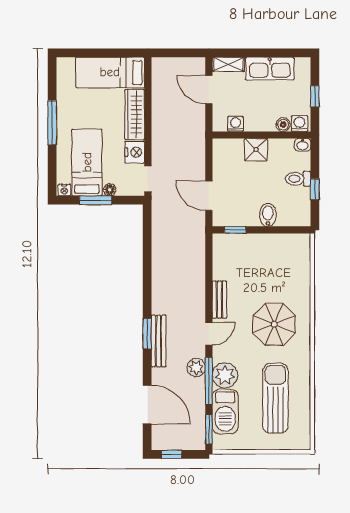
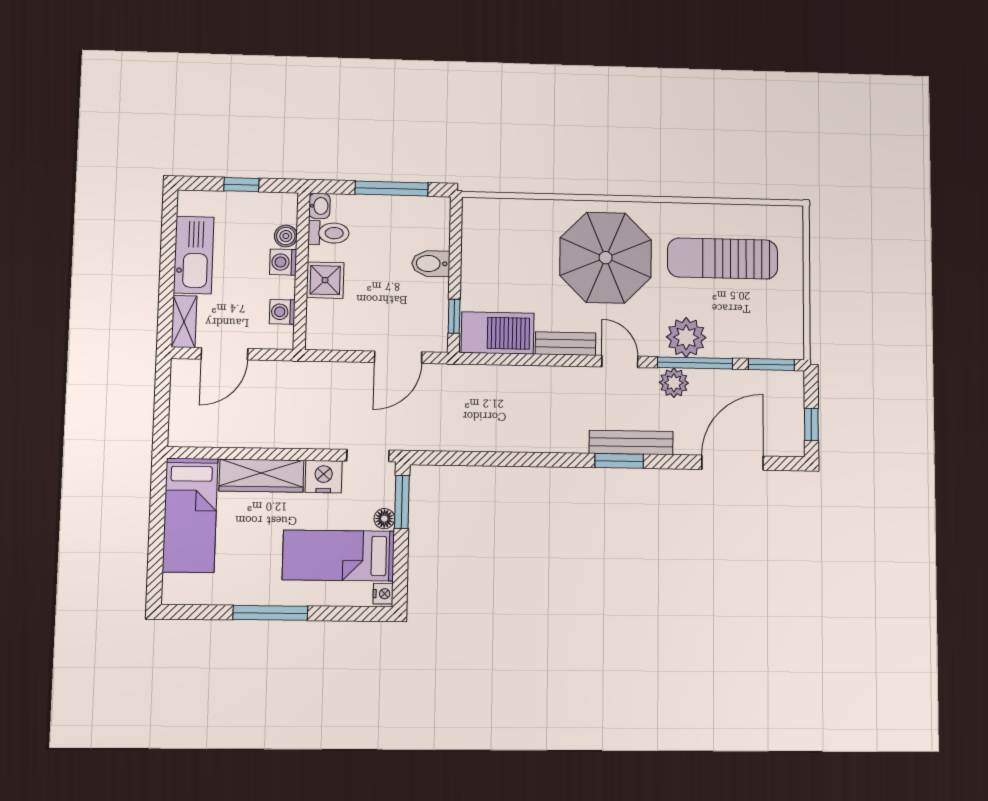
washing machine: (299, 124) -> (283, 262), moved
toilet: (298, 179) -> (329, 233), moved, turned -90
window: (315, 189) -> (392, 189), width x2.17
window: (96, 200) -> (402, 502), moved
parasol: (274, 324) -> (606, 258), width x1.36, depth x1.36
barbecue: (225, 412) -> (498, 333), moved

